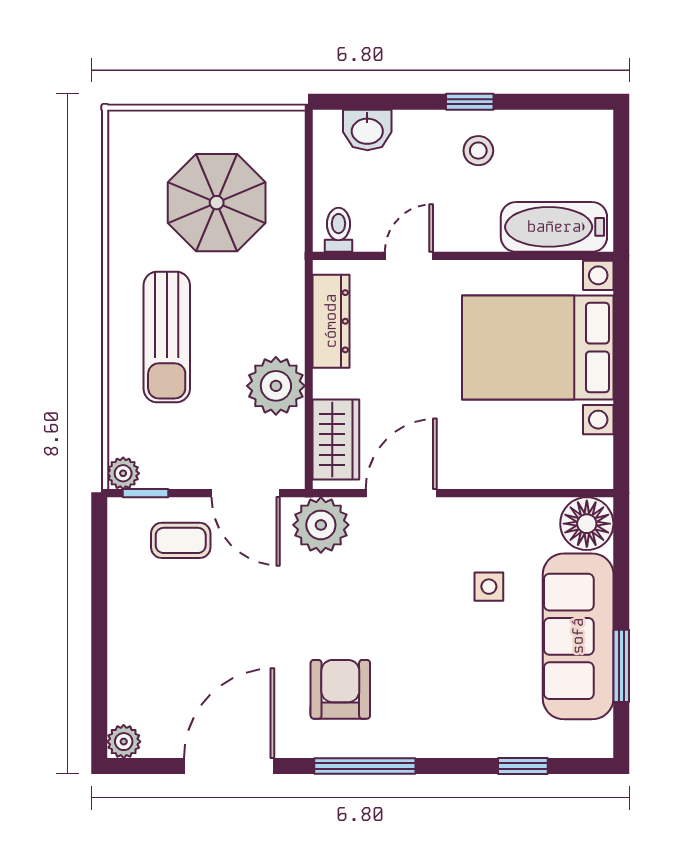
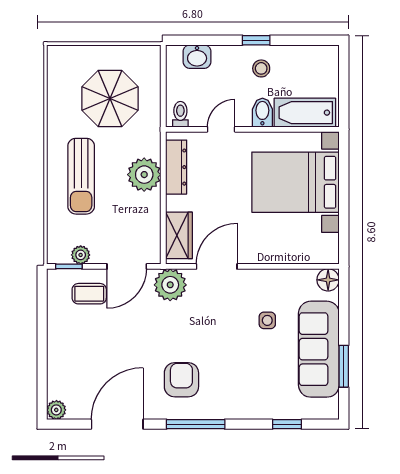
bidet: (480, 227) -> (262, 113), added
plant: (276, 386) -> (144, 175), moved
plant: (123, 473) -> (81, 255), moved
door: (246, 493) -> (127, 266), hinge flipped
floor lamp: (587, 524) -> (328, 280), width x0.73, depth x0.73

